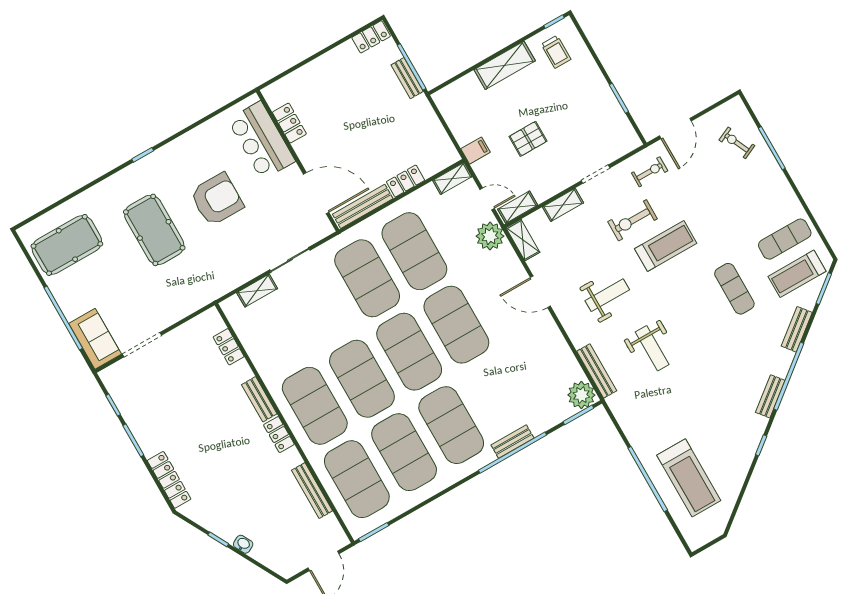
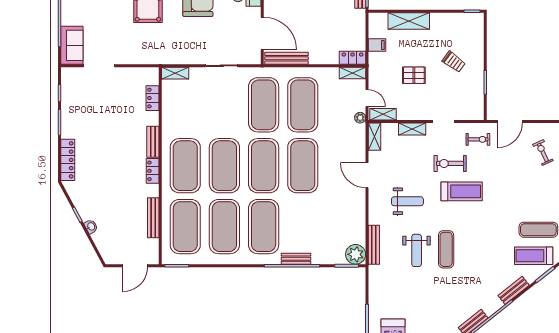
trolley: (556, 52) -> (454, 62), moved, turned -54
shelving: (505, 65) -> (409, 21), moved
filing cabinet: (475, 151) -> (377, 45), moved
locker: (406, 181) -> (353, 58), moved
plant: (490, 236) -> (360, 118), width x0.53, depth x0.53
exercise mat: (734, 289) -> (446, 249), moved
shelving: (257, 291) -> (175, 73), moved

